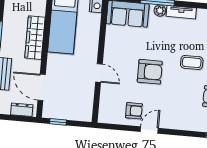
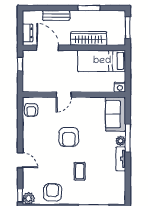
door: (42, 87) -> (48, 48), hinge flipped
armchair: (134, 111) -> (31, 110), moved
door: (149, 130) -> (20, 160), moved

